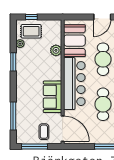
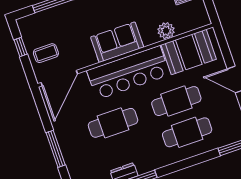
sofa: (53, 97) -> (117, 42), moved
window: (34, 146) -> (21, 47), width x0.46

